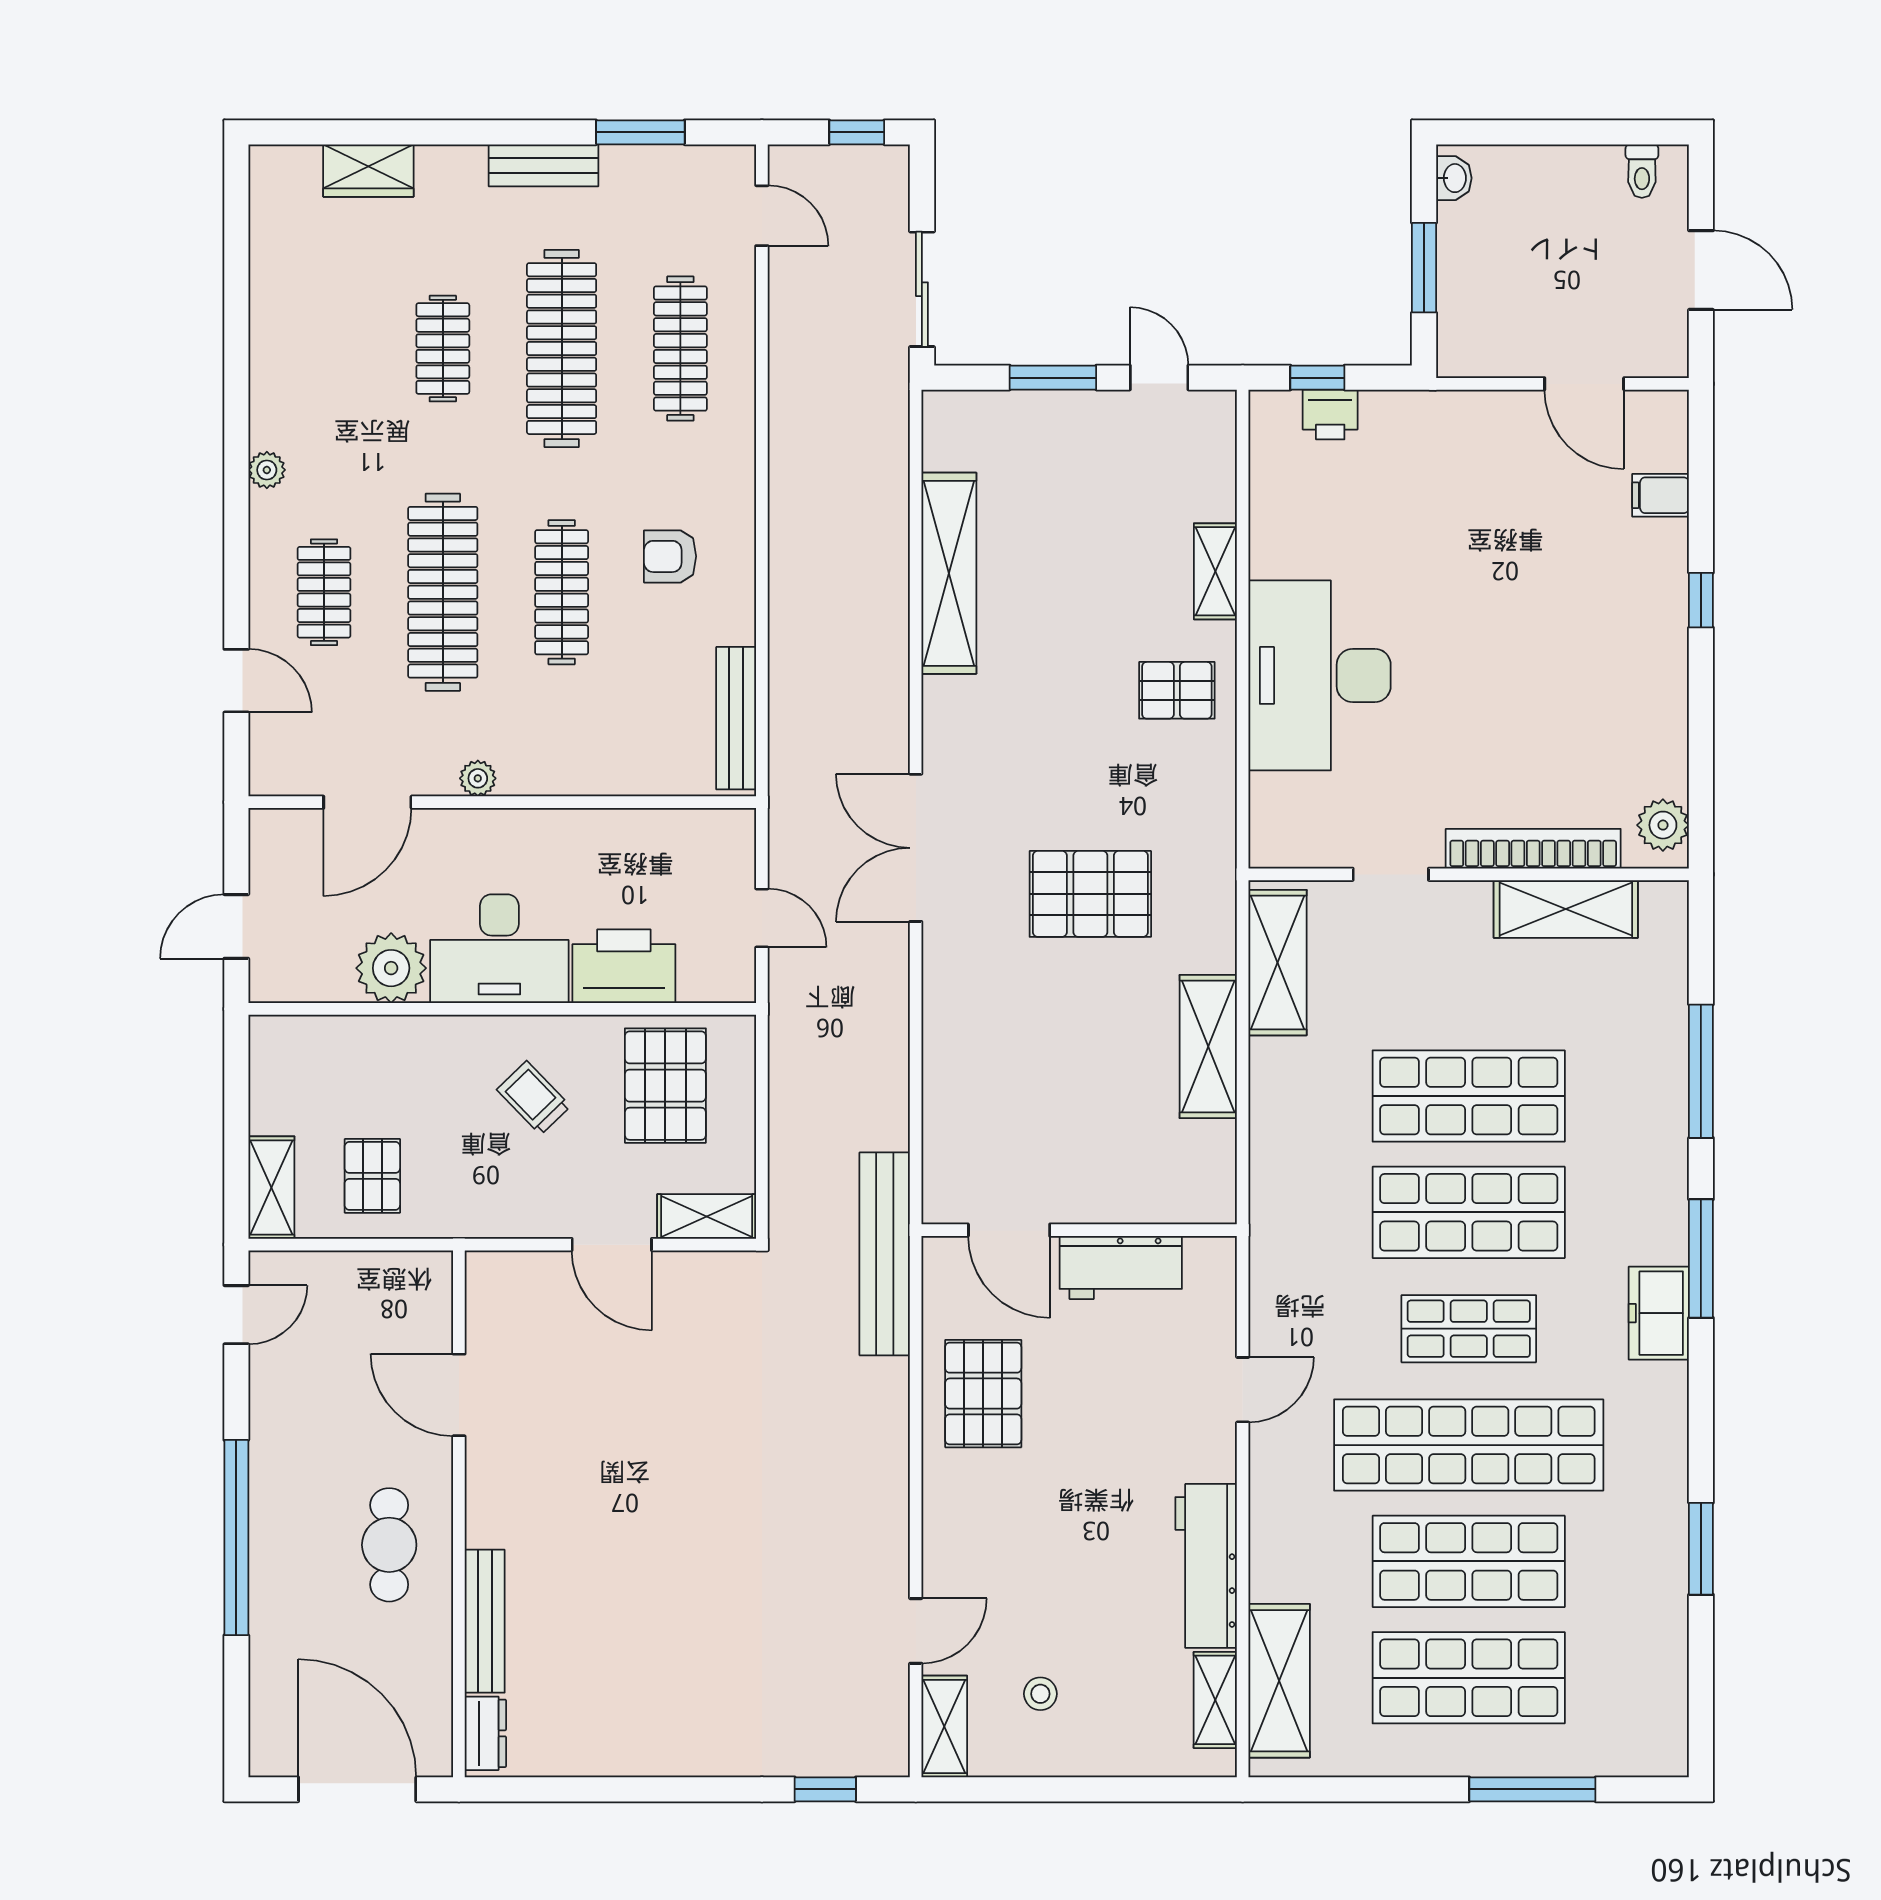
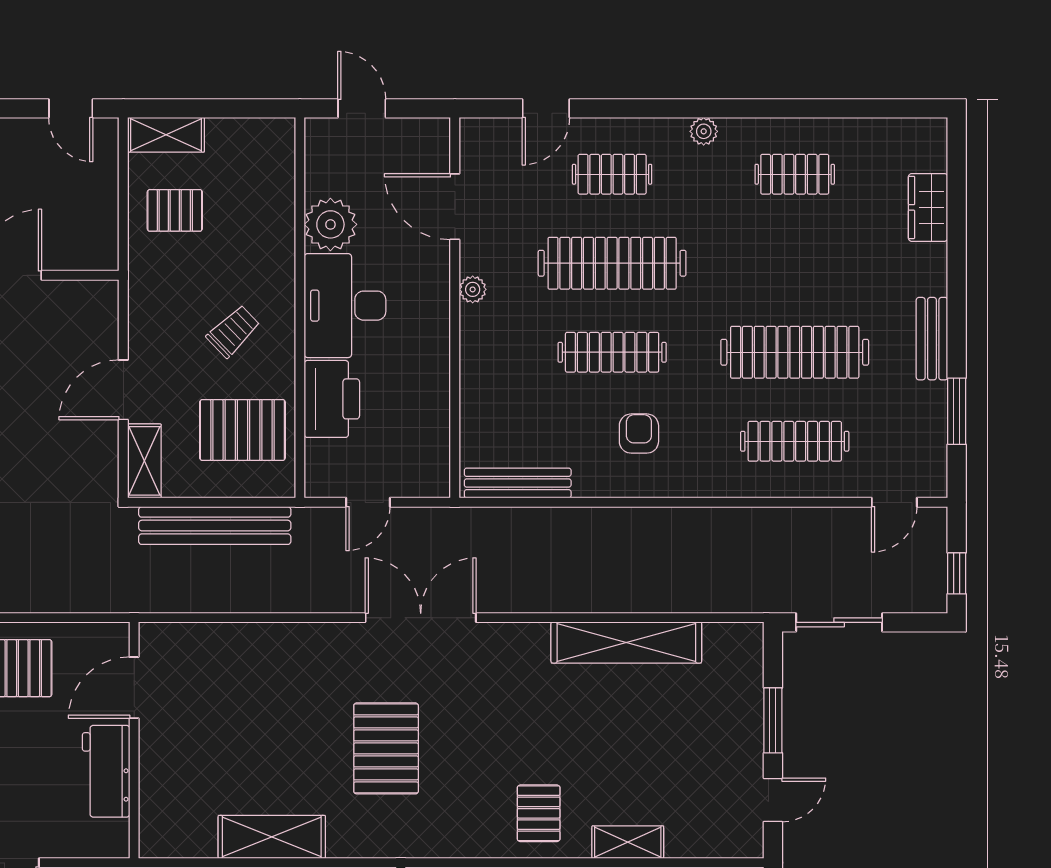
clothes rail: (443, 349) -> (795, 174), moved
bench: (885, 1254) -> (215, 526), moved

